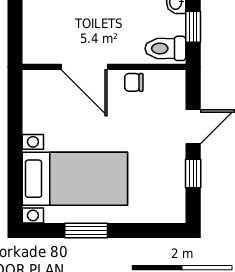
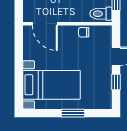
door: (84, 67) -> (45, 24), moved
window: (86, 230) -> (73, 113), moved

